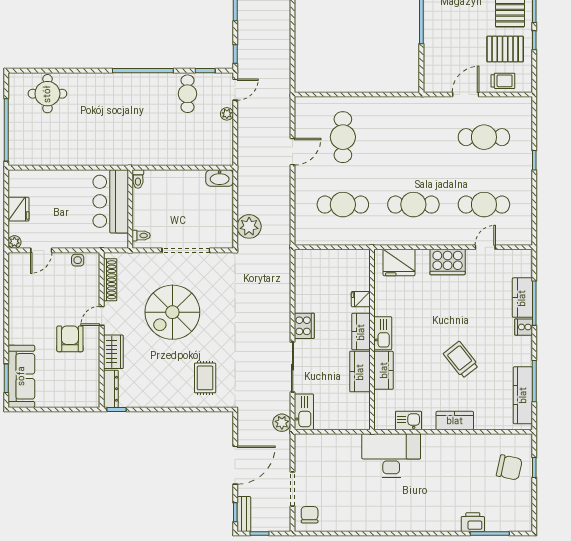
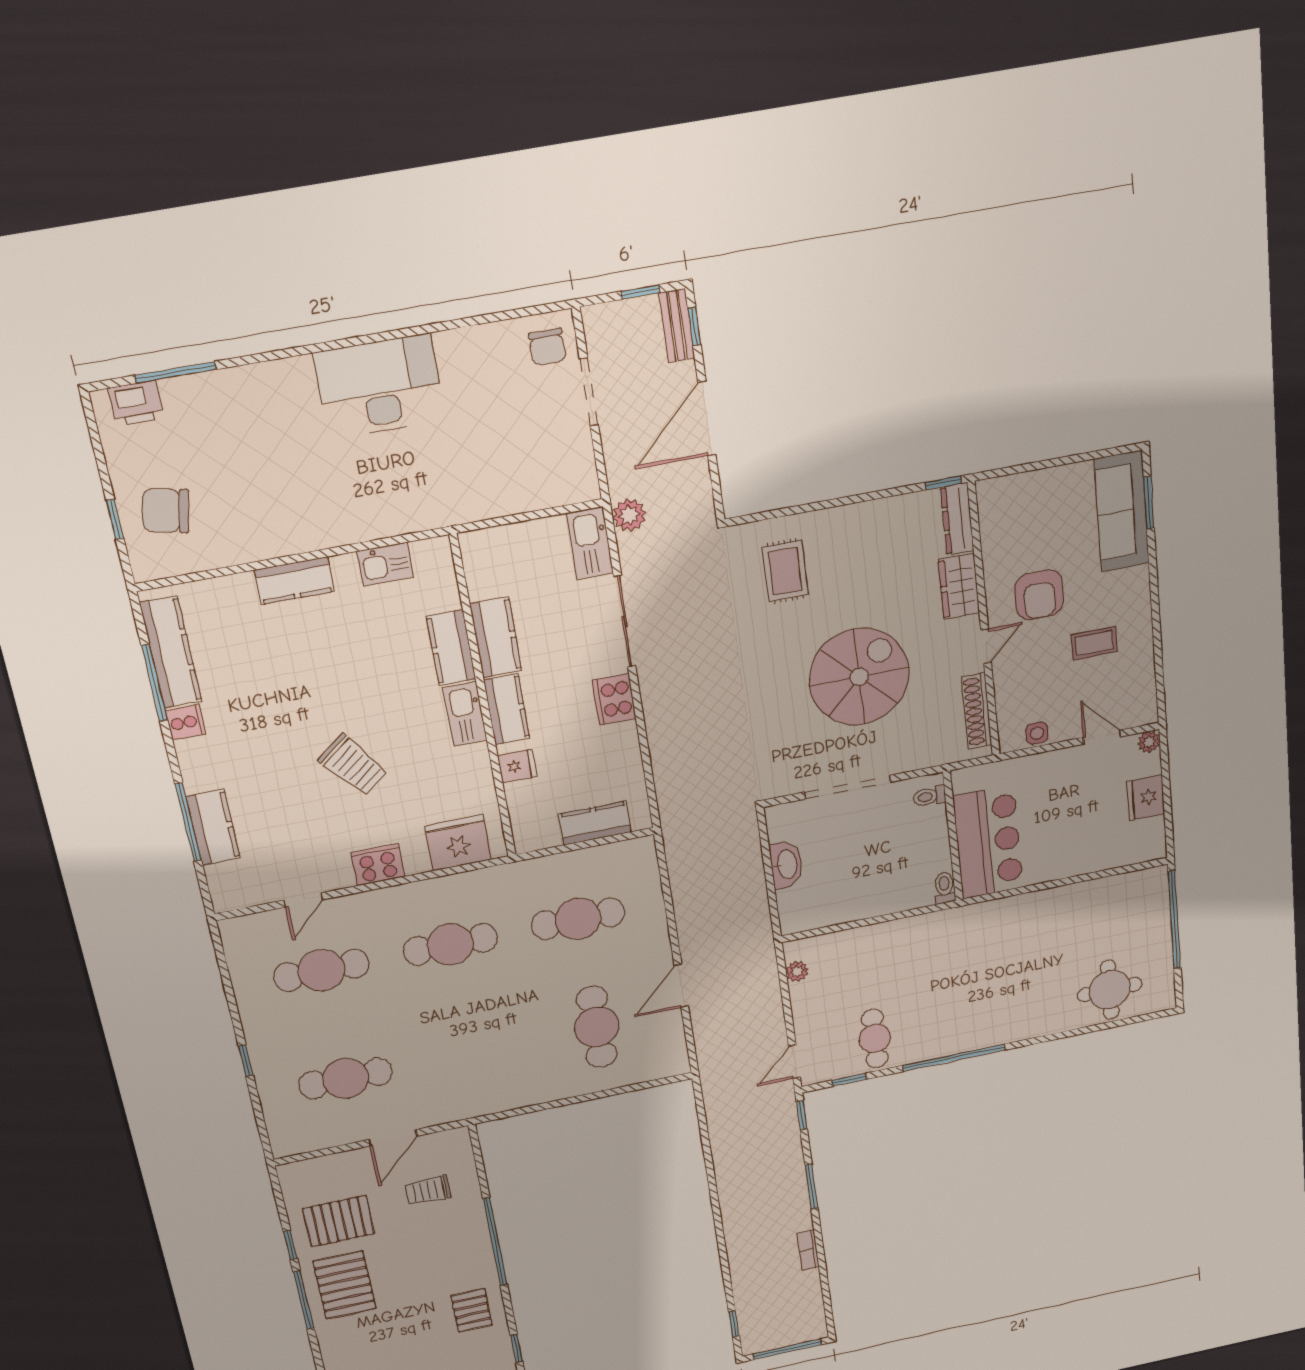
trolley: (503, 81) -> (428, 1190), moved
plant: (227, 114) -> (797, 971), moved
washbasin: (220, 178) -> (786, 865), moved, turned 90
plant: (249, 226) -> (740, 849), removed
door: (41, 250) -> (1102, 737), hinge flipped
kitchen counter: (325, 258) -> (595, 823), added
cooker: (448, 262) -> (378, 865), width x0.73, depth x0.76
coffee table: (42, 306) -> (1094, 643), added
cooker: (524, 327) -> (186, 722), moved
trolley: (461, 360) -> (353, 765), moved
desk: (391, 455) -> (380, 386), moved, turned 180
printer: (473, 522) -> (136, 403), moved

